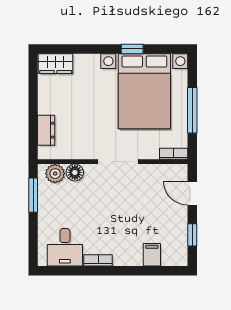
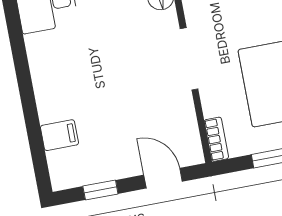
door: (192, 193) -> (163, 178), hinge flipped
bookcase: (98, 260) -> (36, 56), removed

